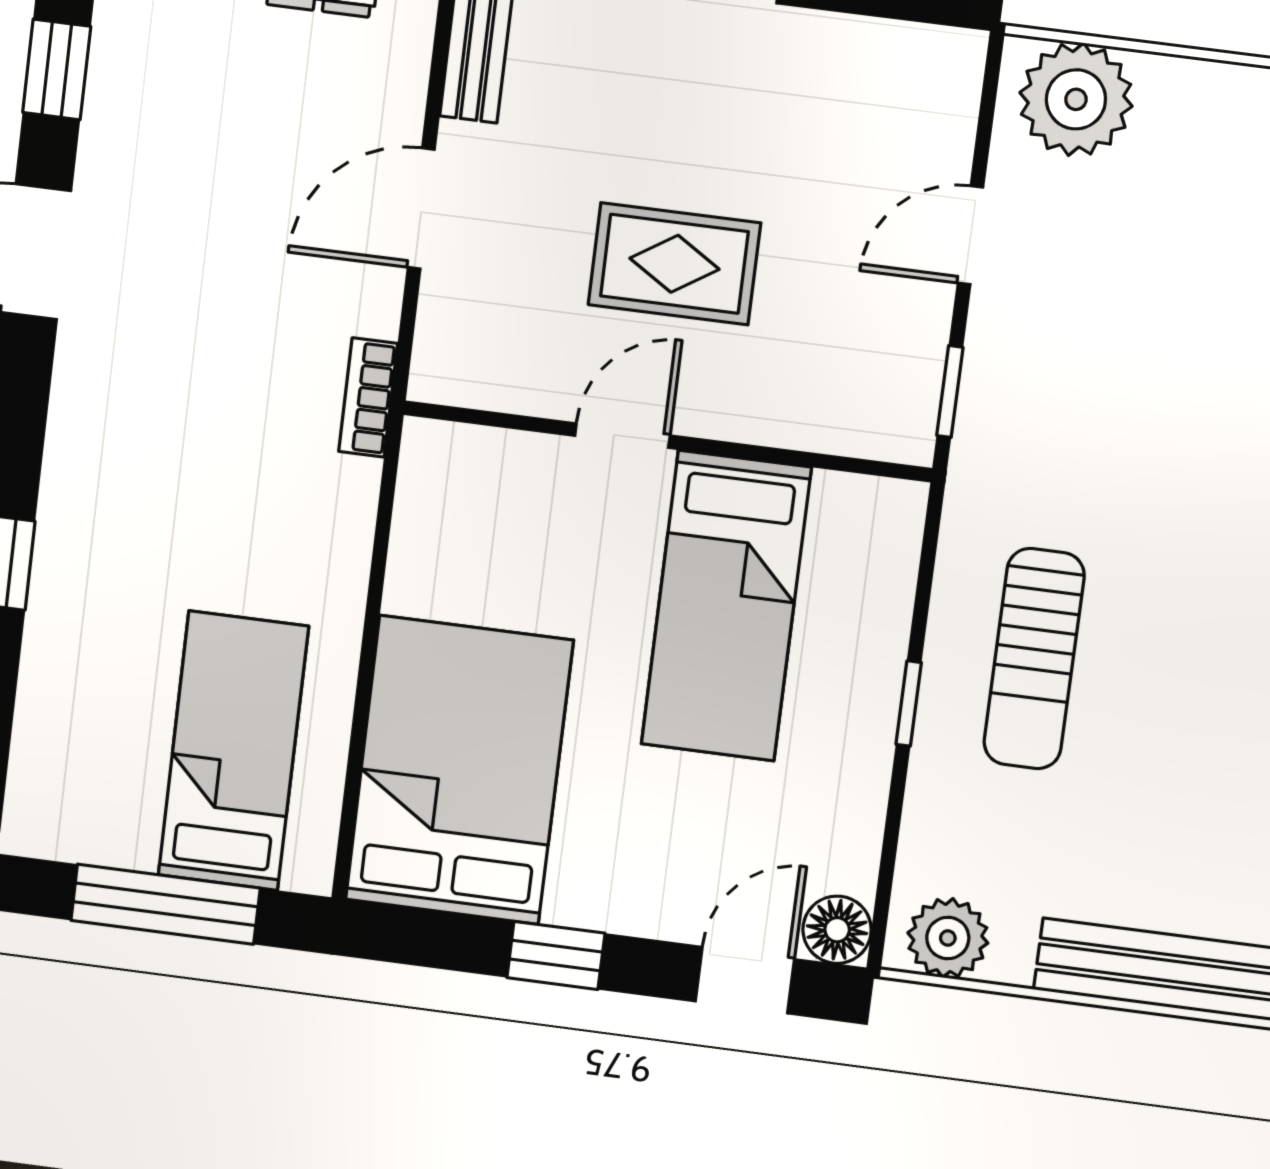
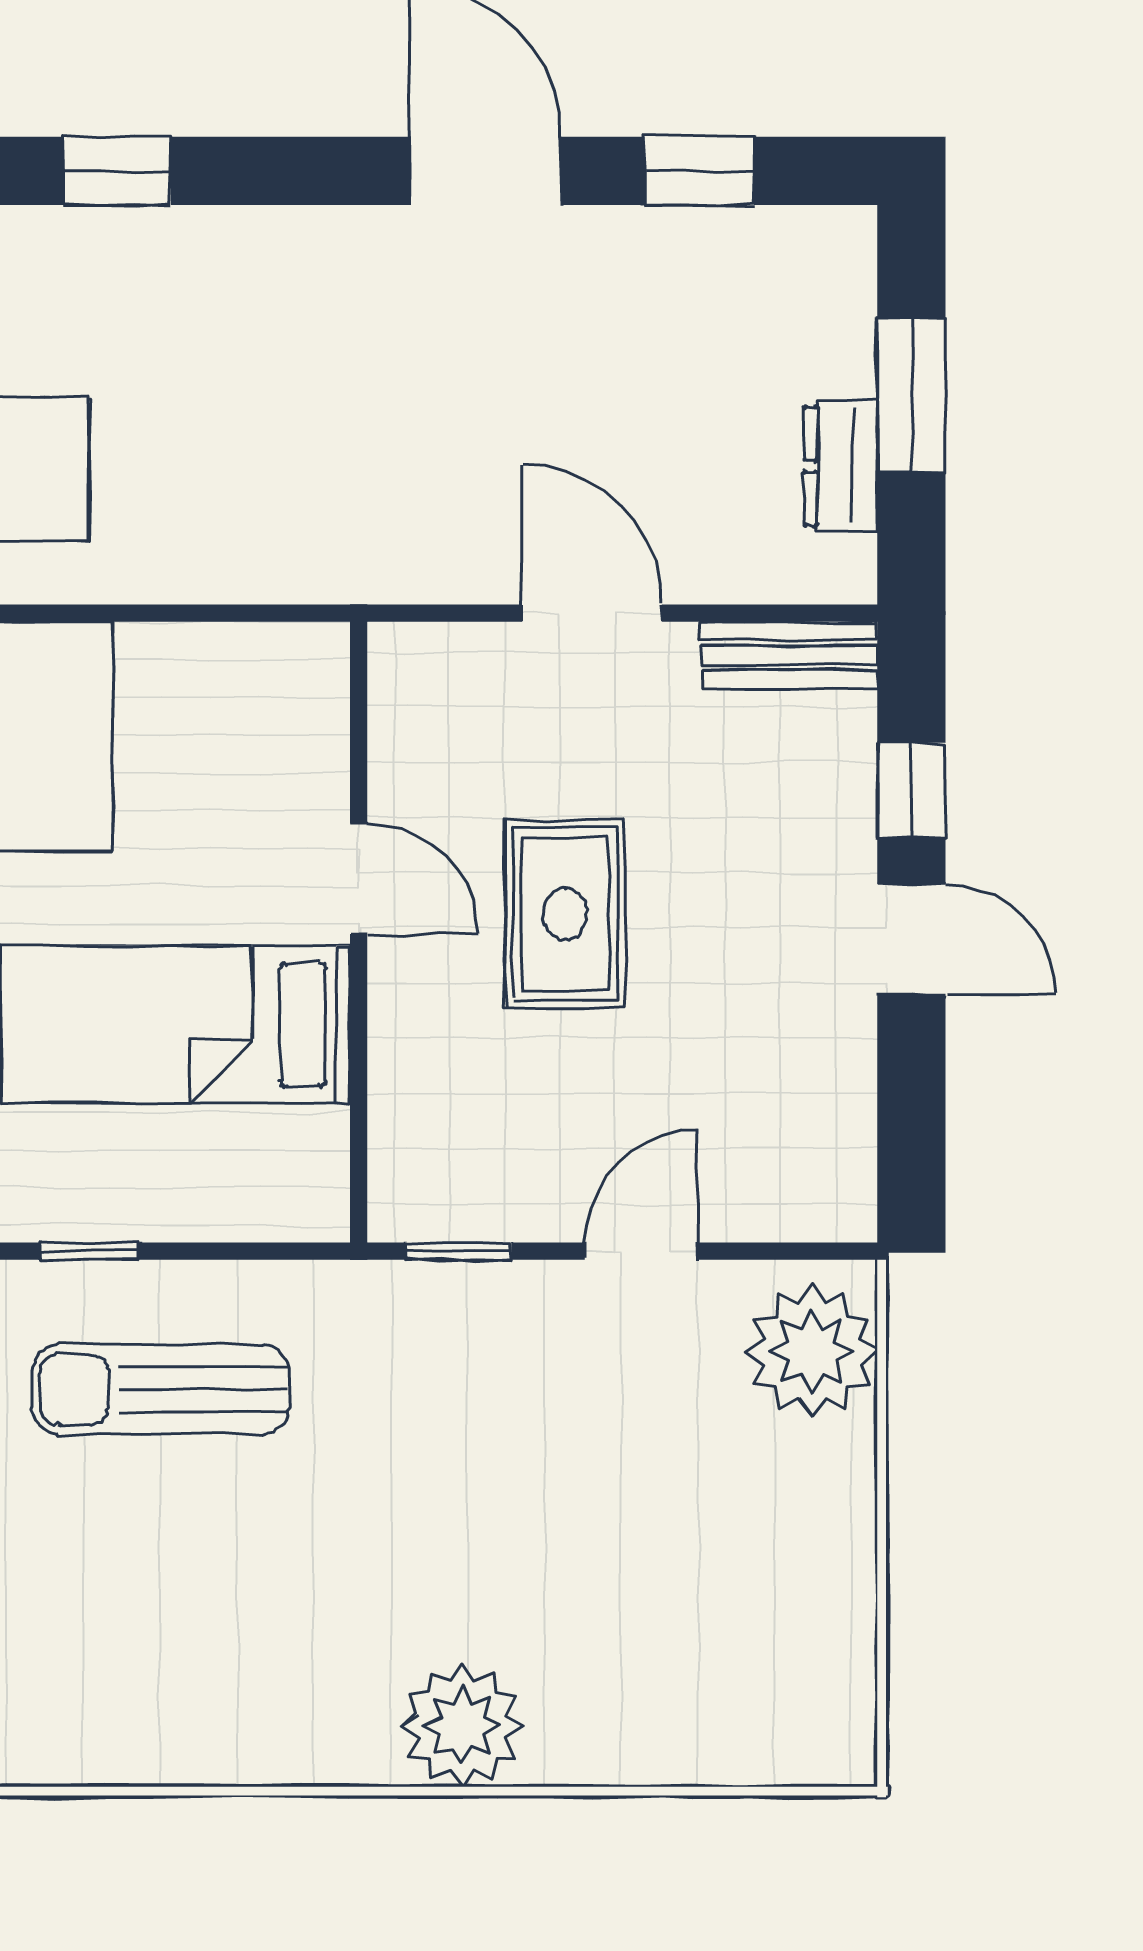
door: (970, 235) -> (641, 1251), hinge flipped
bookcase: (368, 398) -> (365, 578), removed

